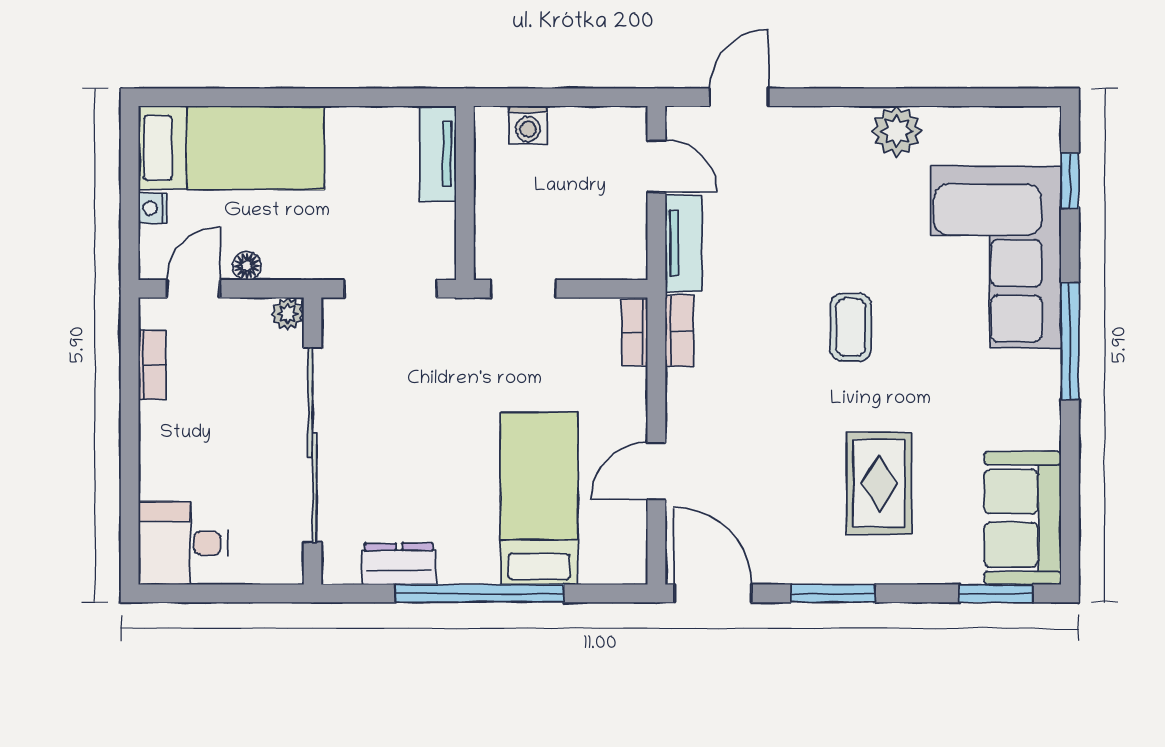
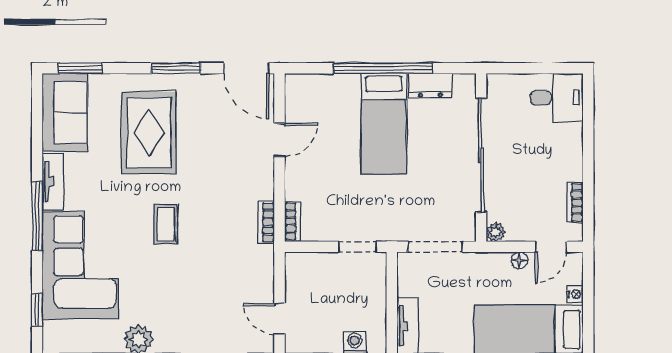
tv unit: (683, 243) -> (53, 182), moved, turned 180
rug: (879, 483) -> (149, 133), width x1.36, depth x1.43
bed: (539, 499) -> (384, 124), moved

